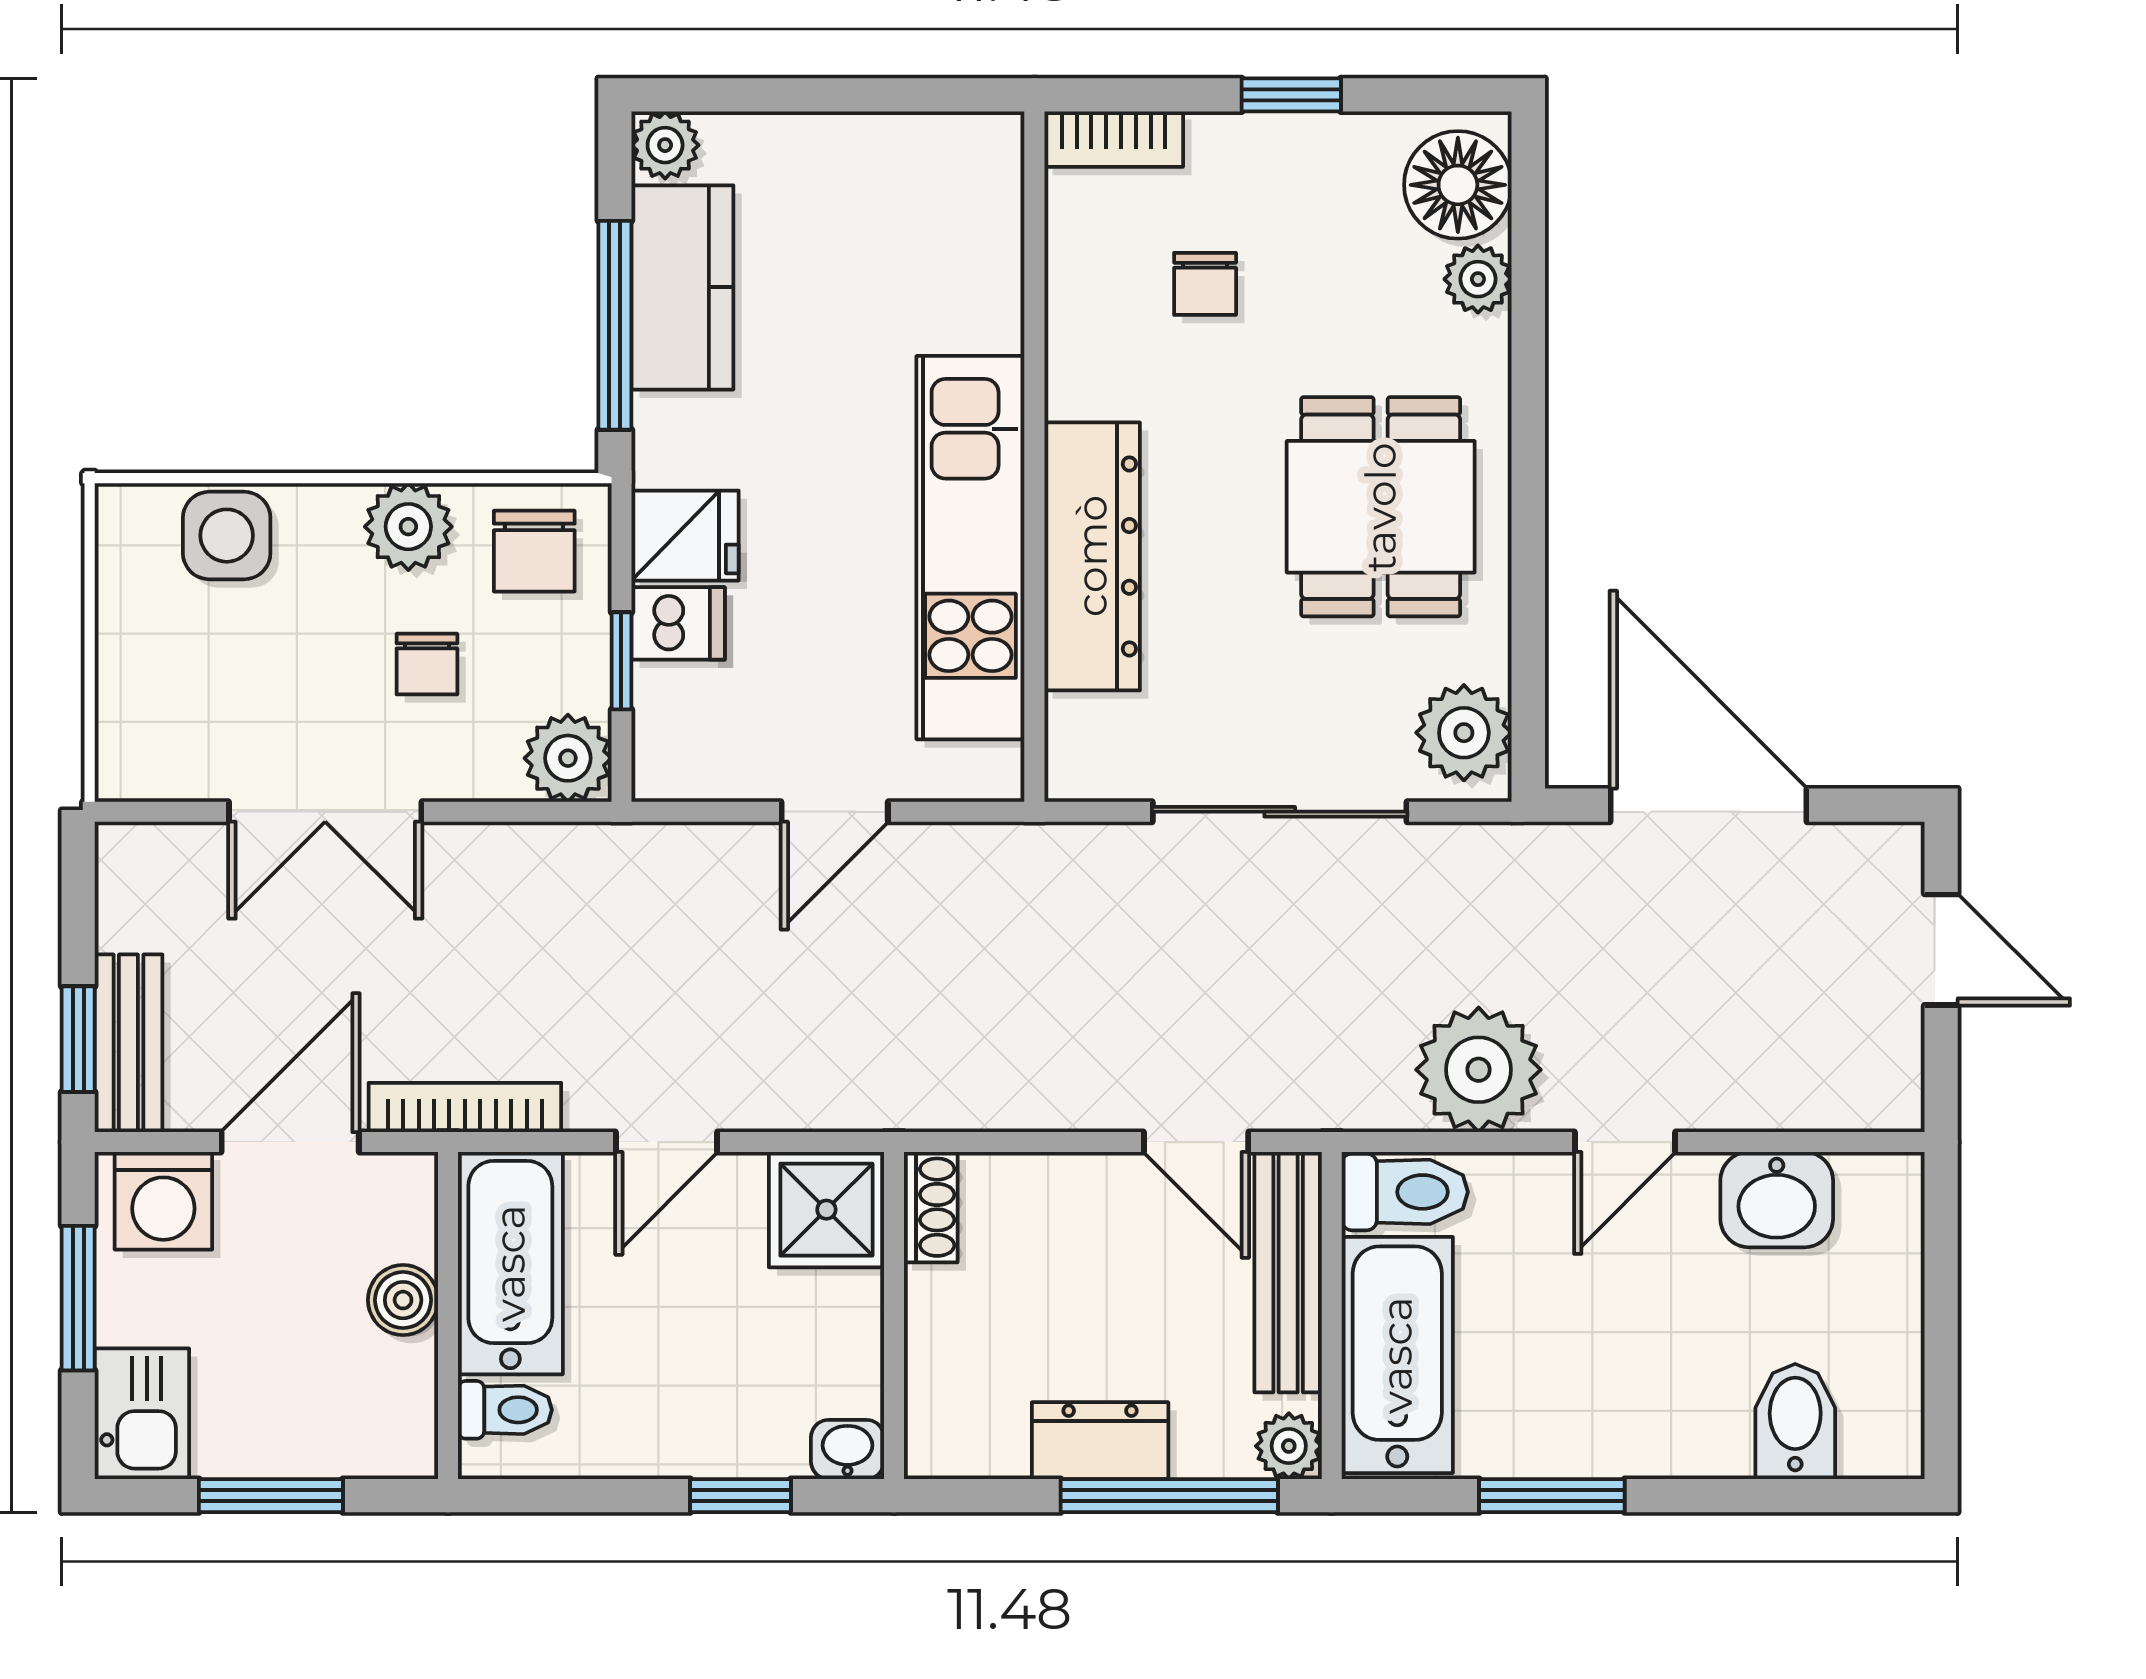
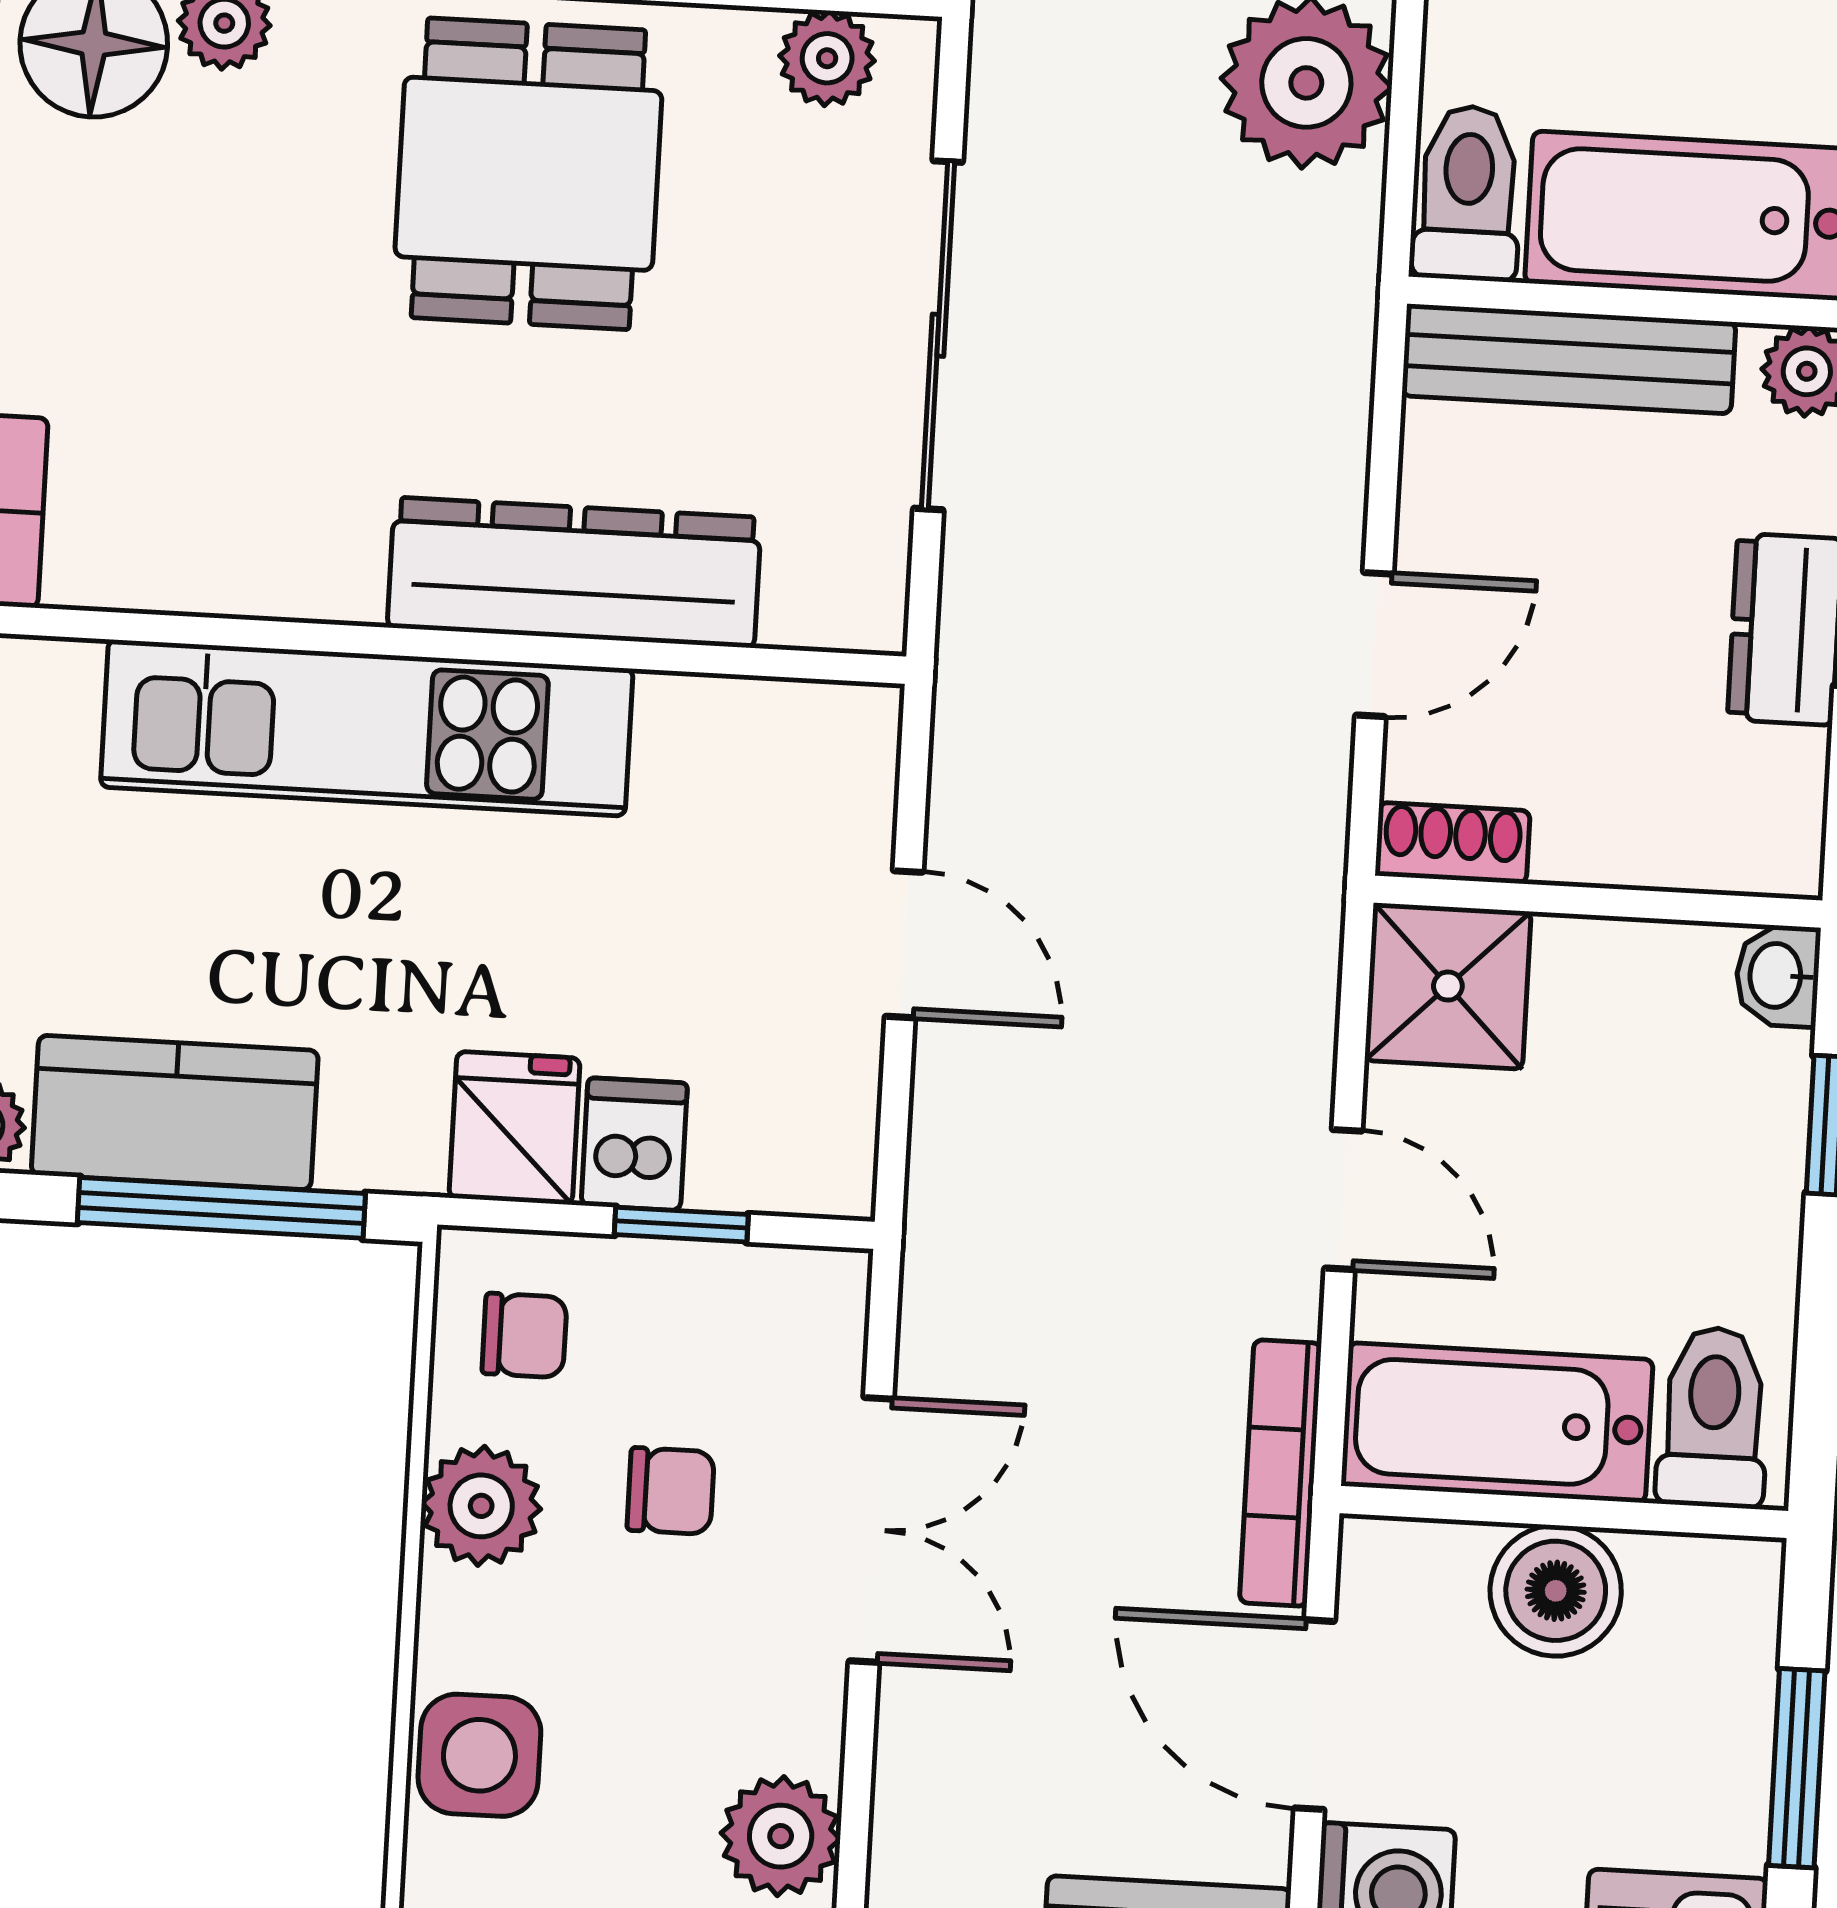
chair: (1205, 284) -> (210, 397), removed
dining table: (1381, 507) -> (528, 174), turned 90
kitchen unit: (970, 548) -> (367, 728), moved
chair: (534, 551) -> (524, 1335), width x0.73, depth x0.73
plant: (1464, 733) -> (827, 58), width x0.73, depth x0.73
plant: (568, 758) -> (781, 1836), moved
double door: (325, 812) -> (871, 1530), moved
door: (1196, 1142) -> (1374, 645), moved
boiler: (403, 1300) -> (1556, 1591), width x1.36, depth x1.36
toilet: (505, 1410) -> (1713, 1417), width x1.37, depth x1.39

